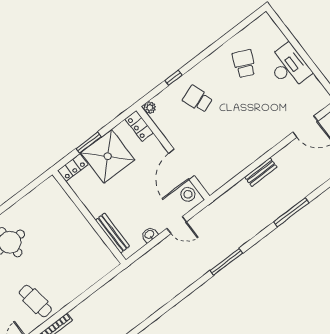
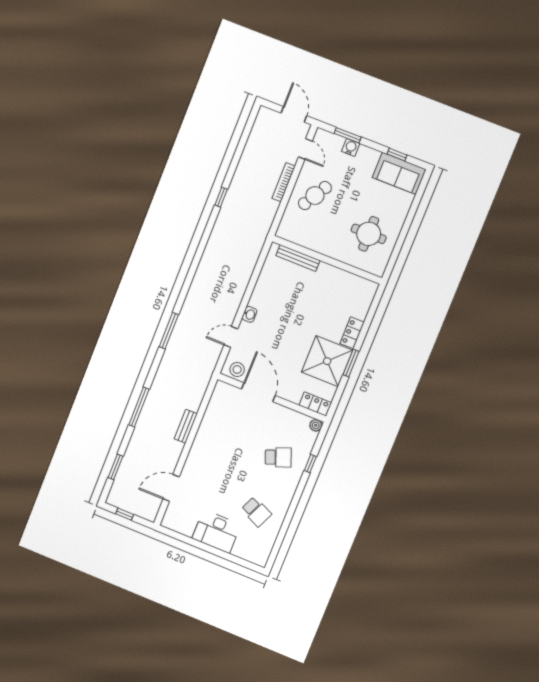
wall: (89, 217) -> (327, 260), moved
bench: (112, 233) -> (298, 258), moved
cafe table: (35, 301) -> (315, 196), turned -51

